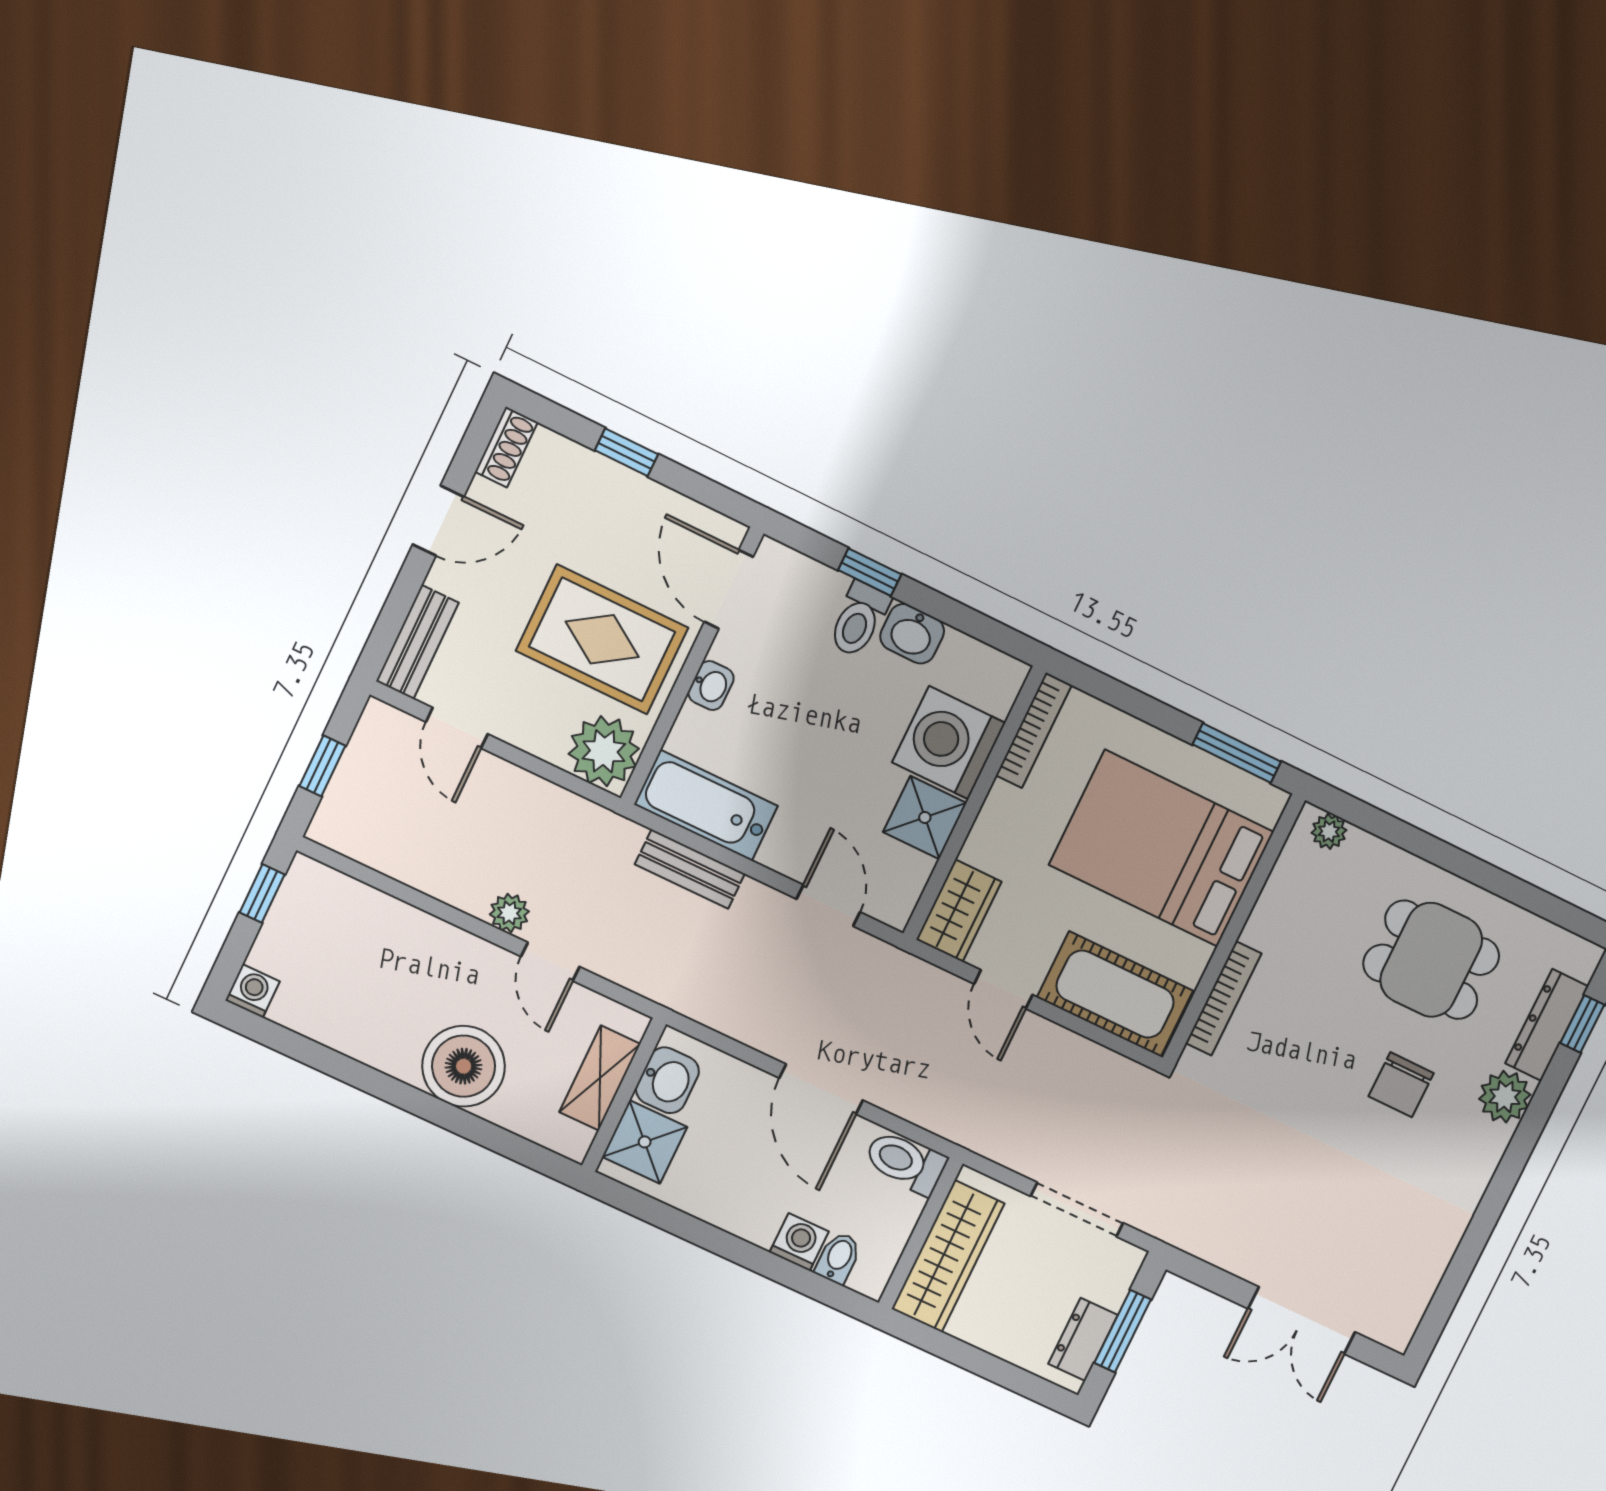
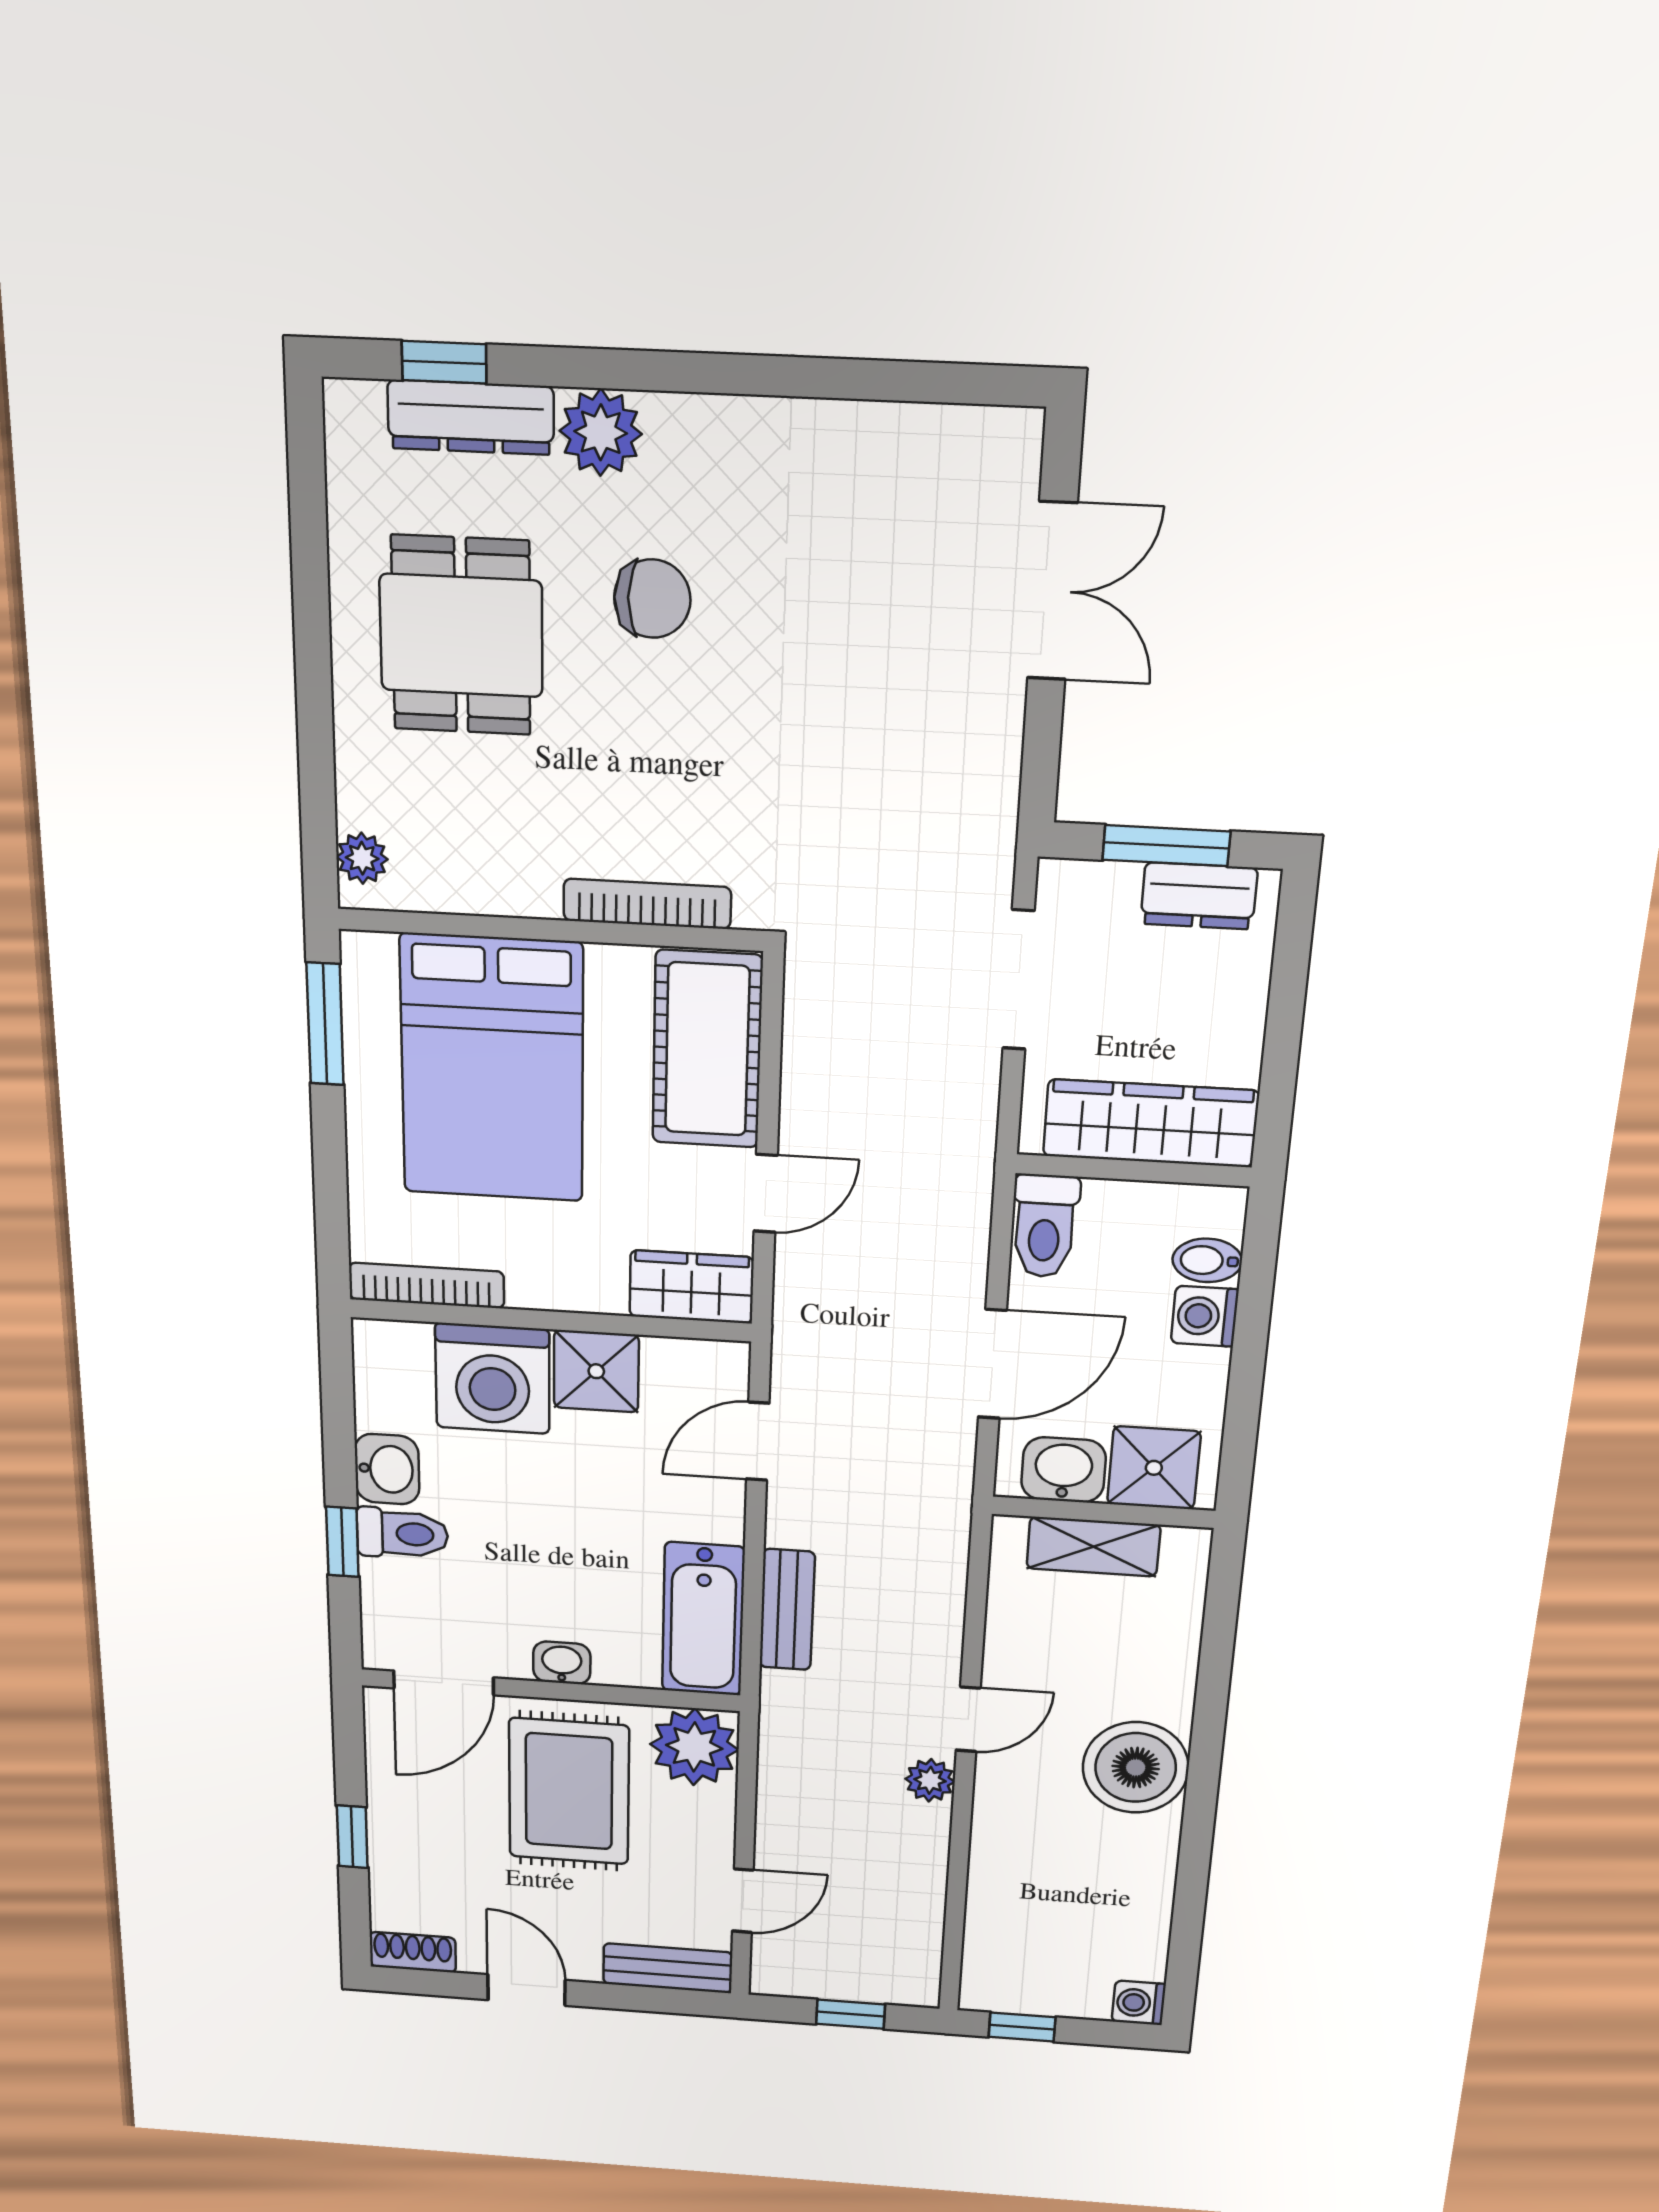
shelving: (600, 1078) -> (1093, 1547), moved
washbasin: (667, 1080) -> (1064, 1470), moved
wall: (624, 1095) -> (1103, 1512), moved
shower: (645, 1142) -> (1154, 1468), moved

